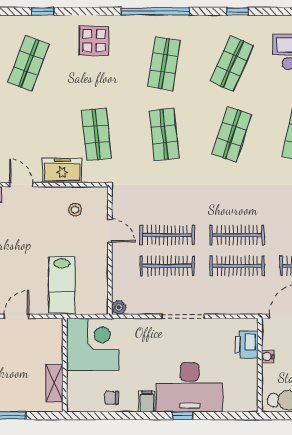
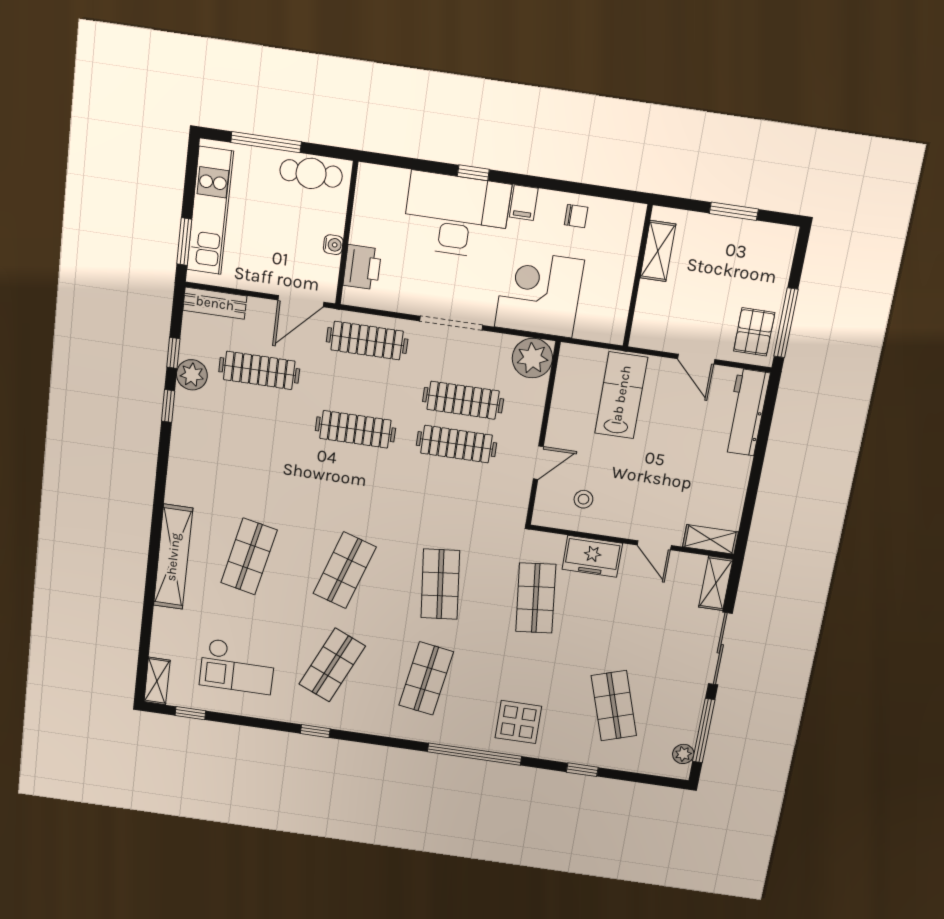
window: (155, 11) -> (474, 754), moved
shop shelf: (29, 63) -> (614, 706), turned -39
door: (110, 231) -> (538, 463), swing flipped
clothes rail: (237, 266) -> (367, 341), moved
plant: (119, 307) -> (532, 358), width x1.88, depth x1.88
door: (16, 316) -> (696, 359), hinge flipped
corner desk: (93, 344) -> (539, 294), moved, turned 90

